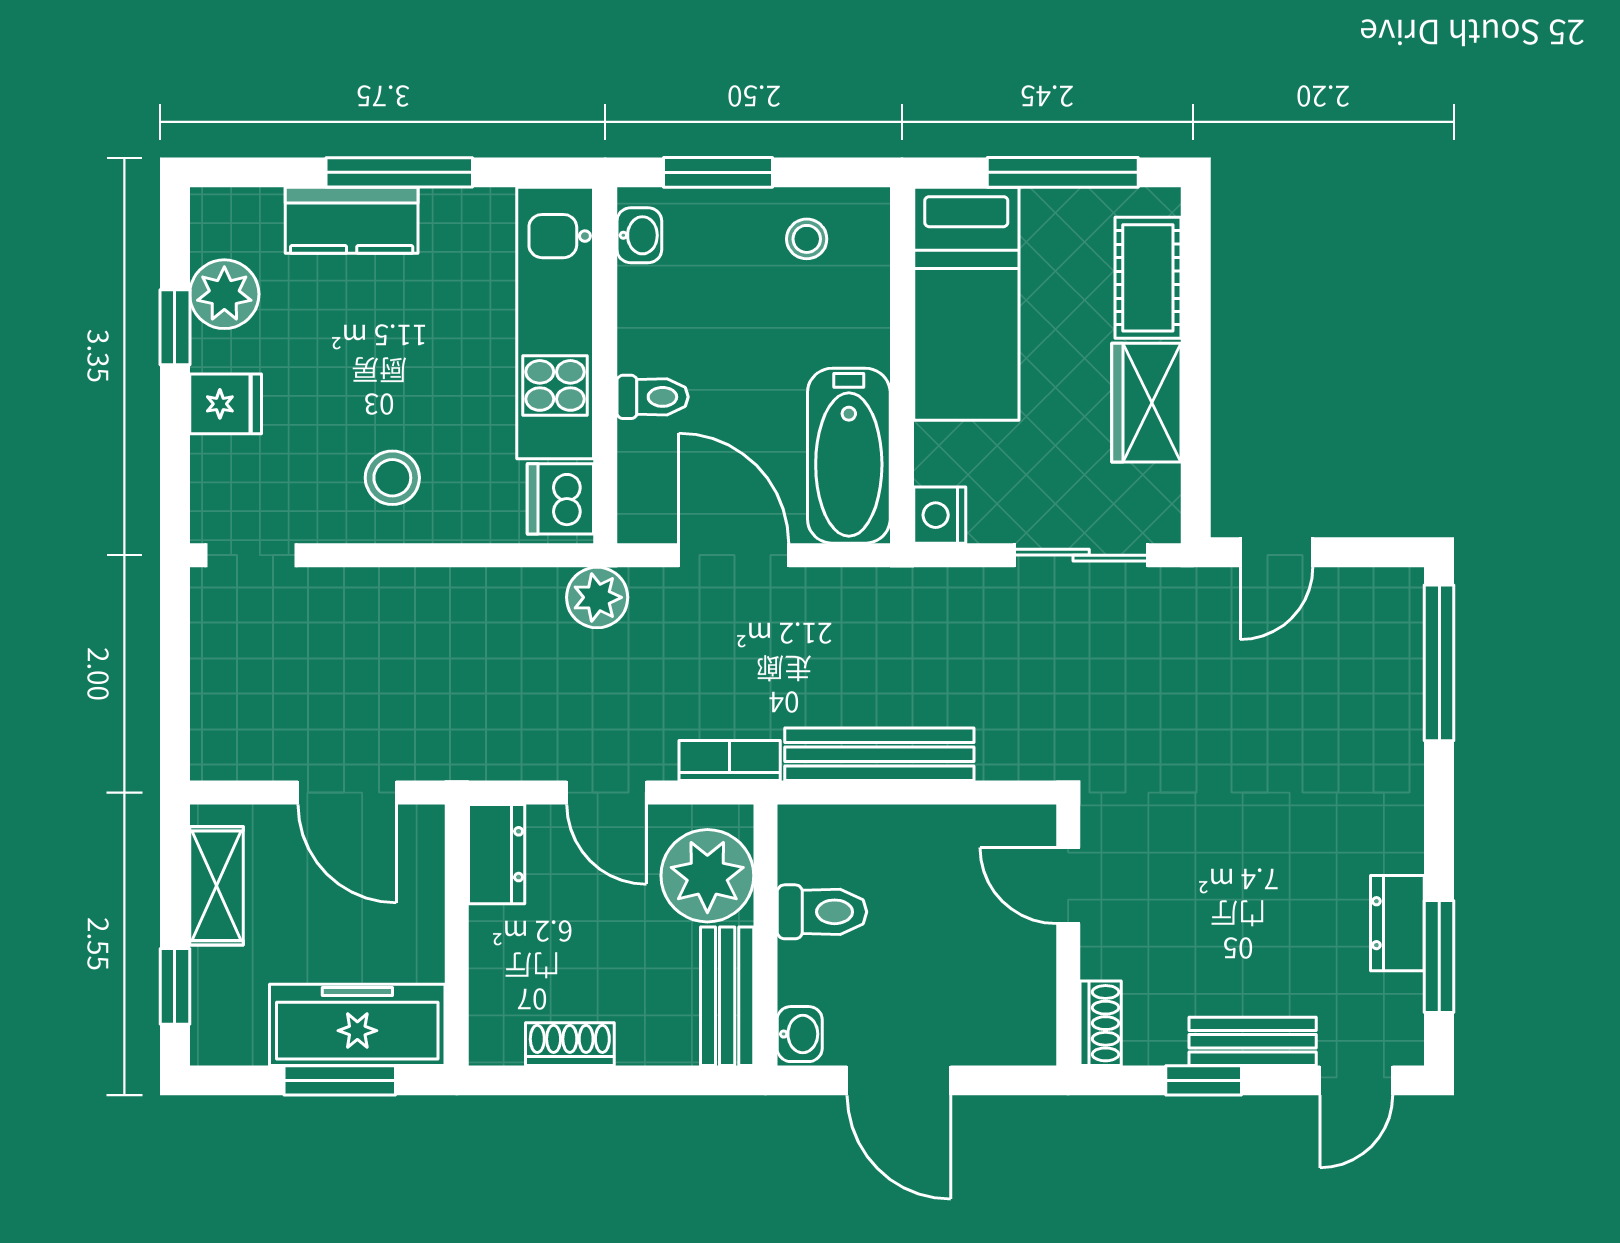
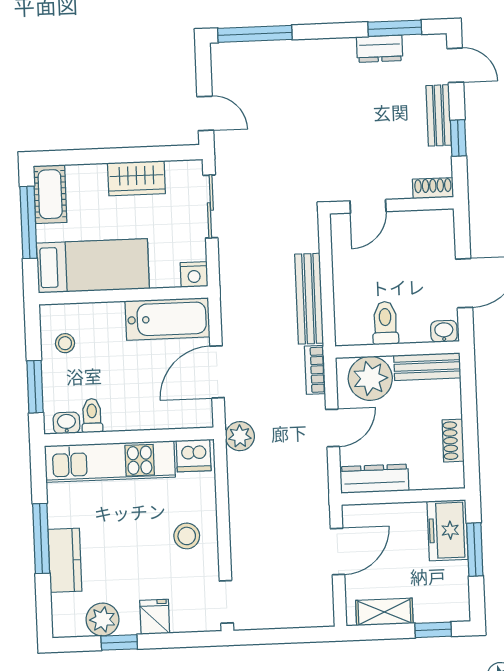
cot: (1148, 278) -> (50, 194), moved, turned 90
toilet: (653, 397) -> (92, 416), moved
dresser: (497, 854) -> (374, 479), width x1.44
freezer: (357, 1025) -> (448, 530), width x0.71

